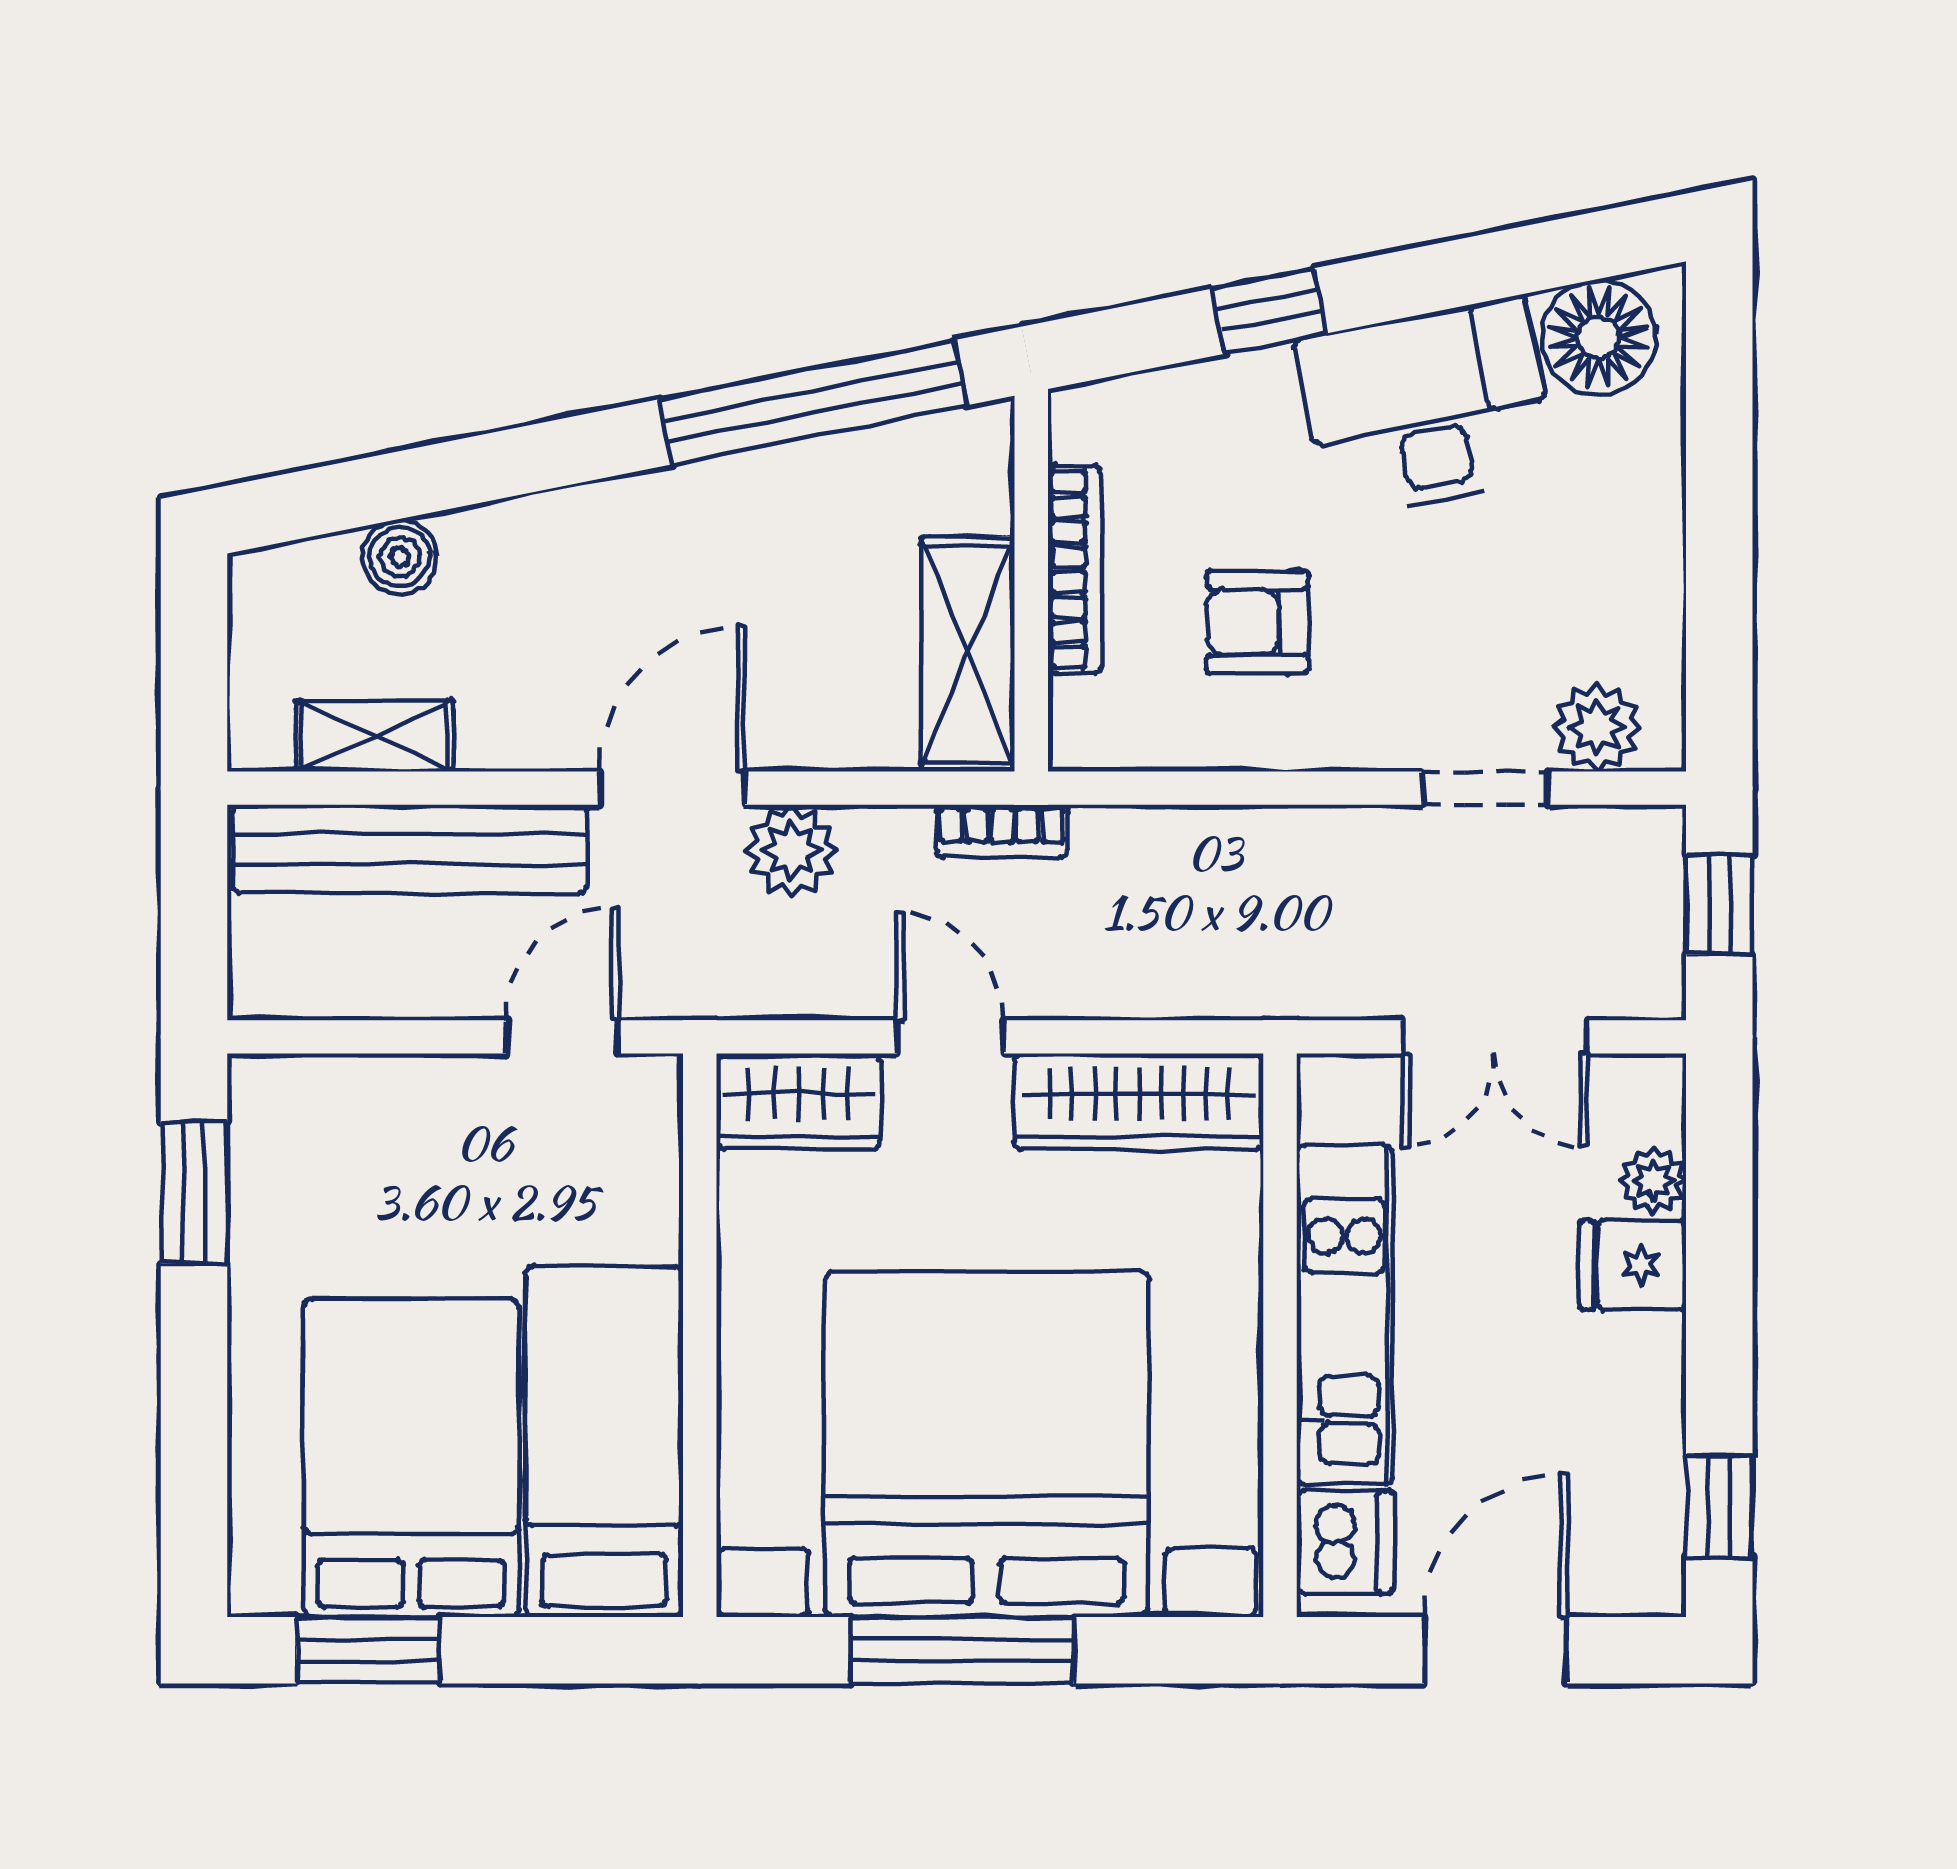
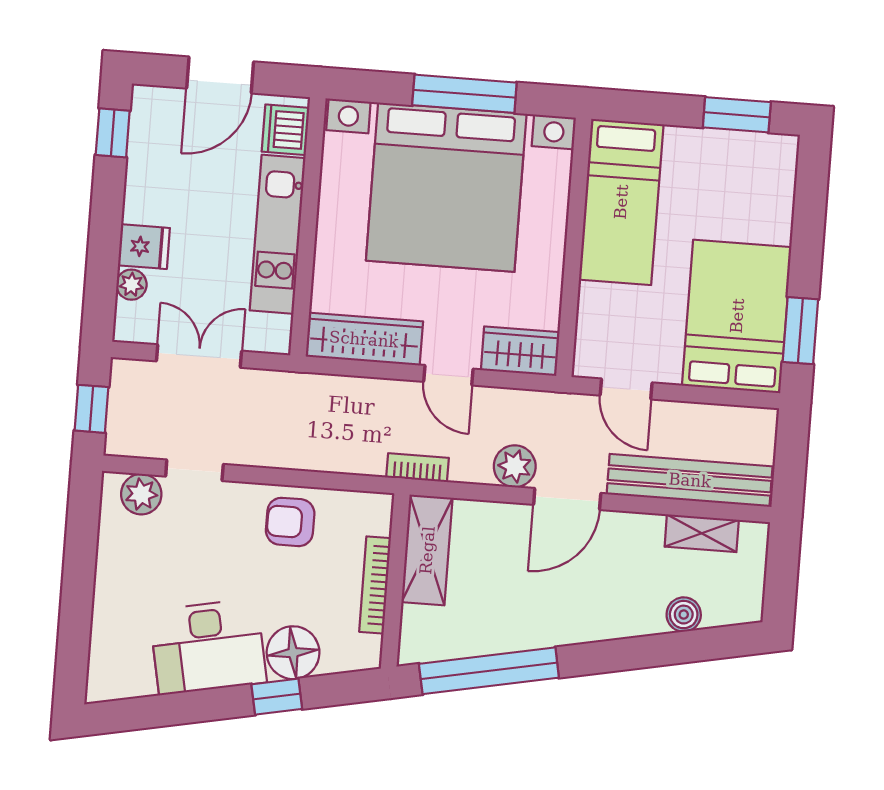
floor lamp: (1599, 337) -> (293, 653), moved
armchair: (1257, 622) -> (290, 522), moved, turned 180
door: (562, 1037) -> (626, 389), hinge flipped
bed: (411, 1458) -> (737, 316), moved, turned 180

